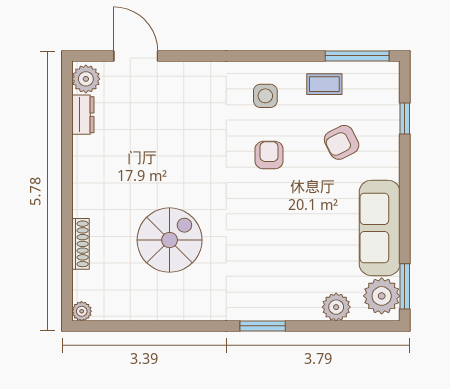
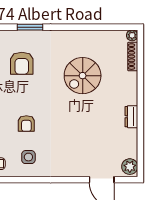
dresser: (83, 115) -> (131, 117), moved
shoe rack: (81, 244) -> (133, 57), moved
armchair: (277, 262) -> (22, 63), added

